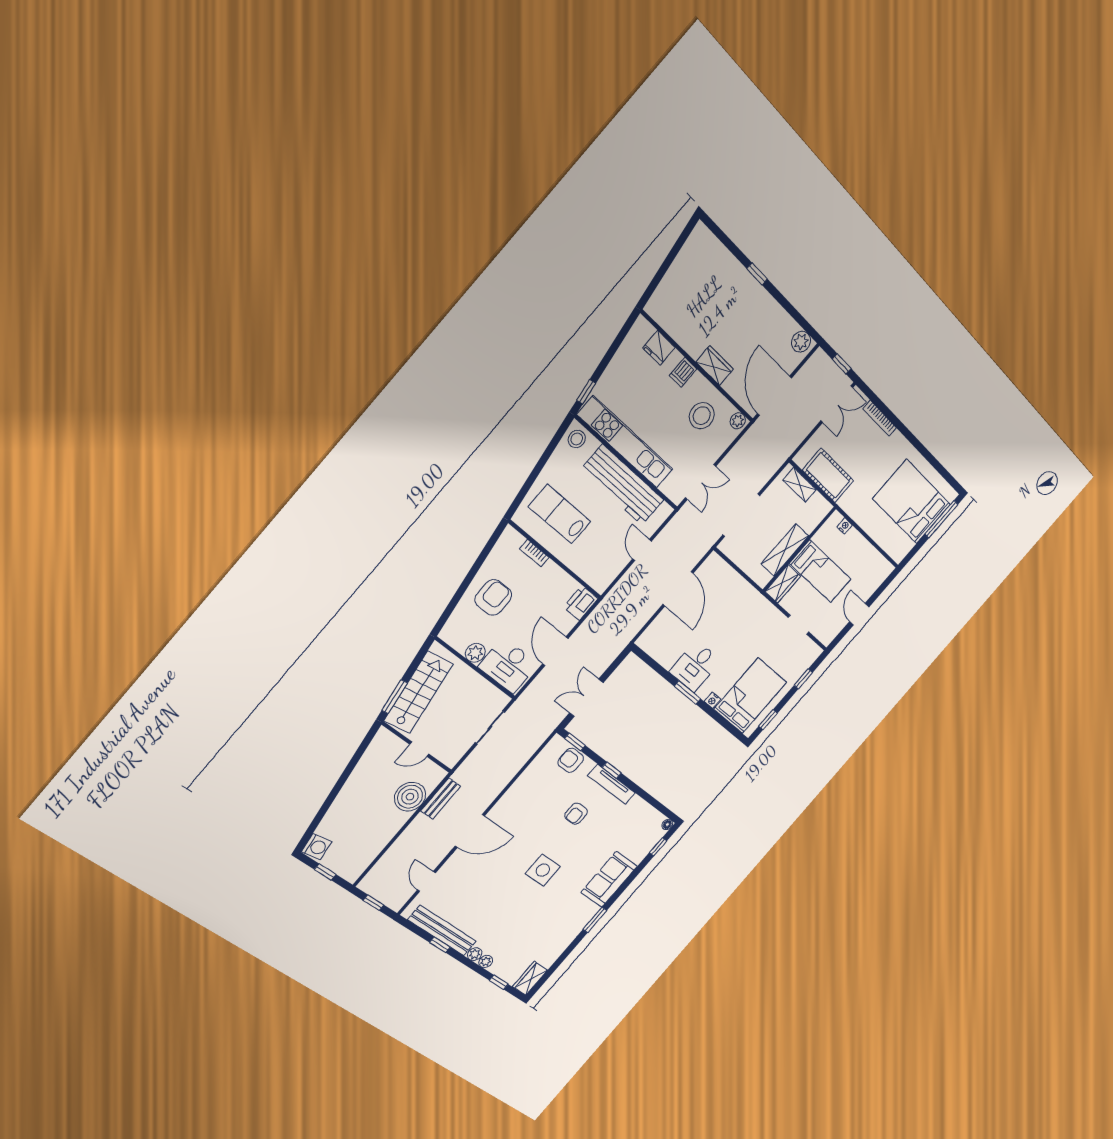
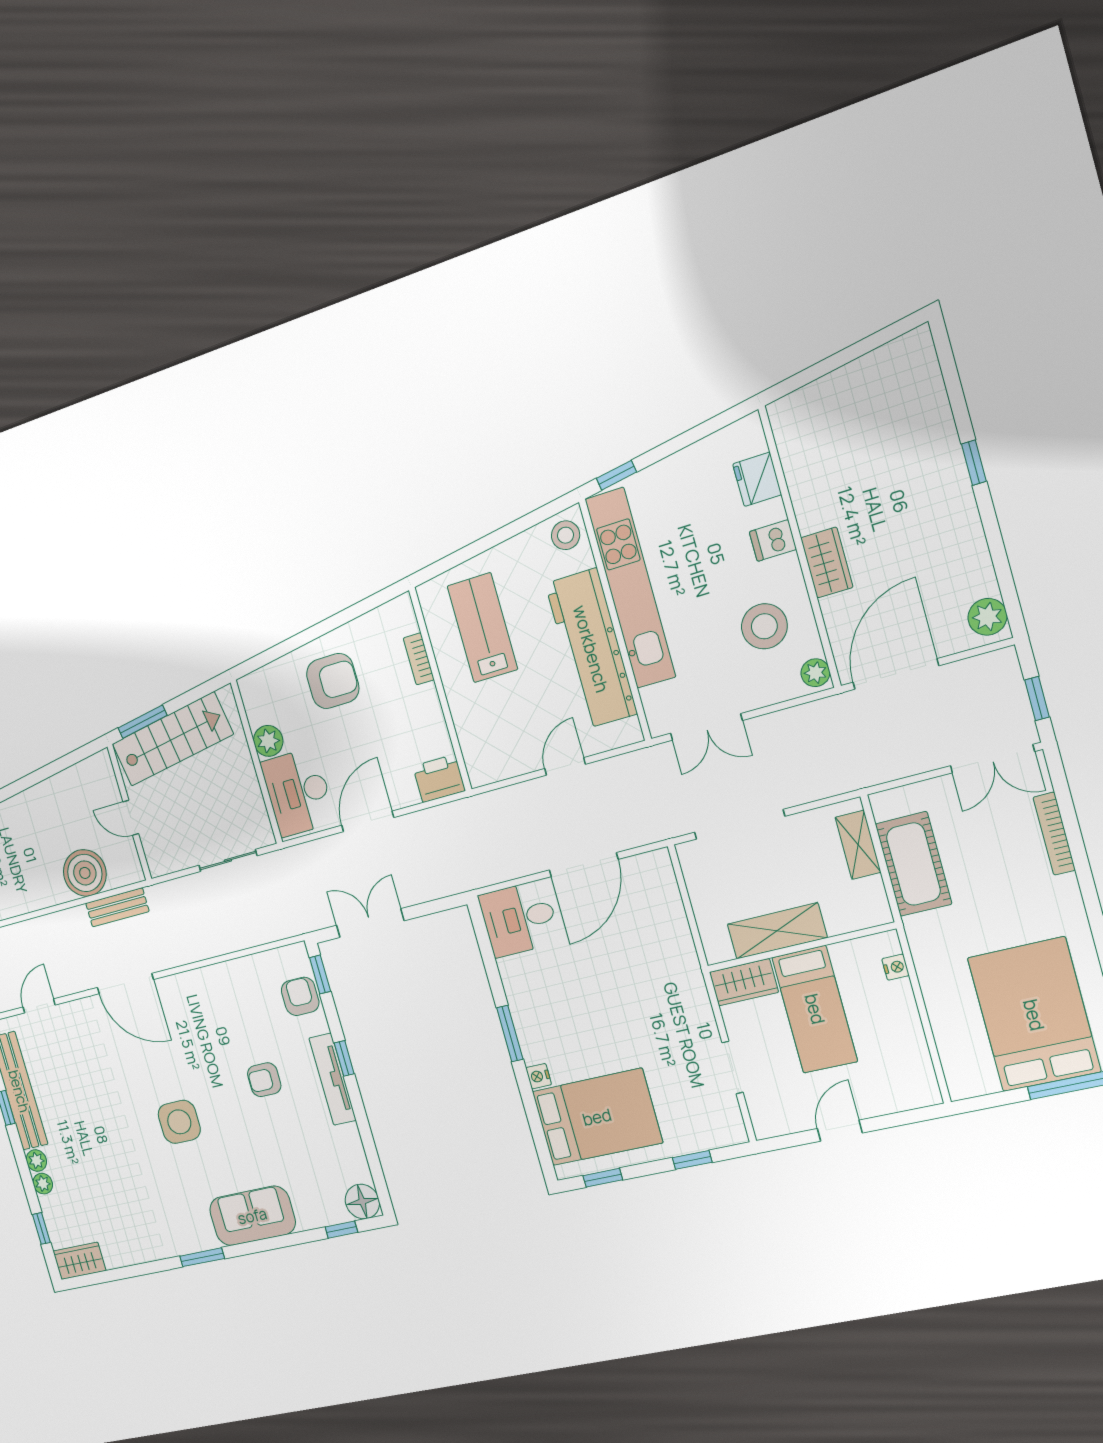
desk: (695, 666) -> (519, 919), moved
floor lamp: (667, 824) -> (362, 1202), width x1.89, depth x1.89

